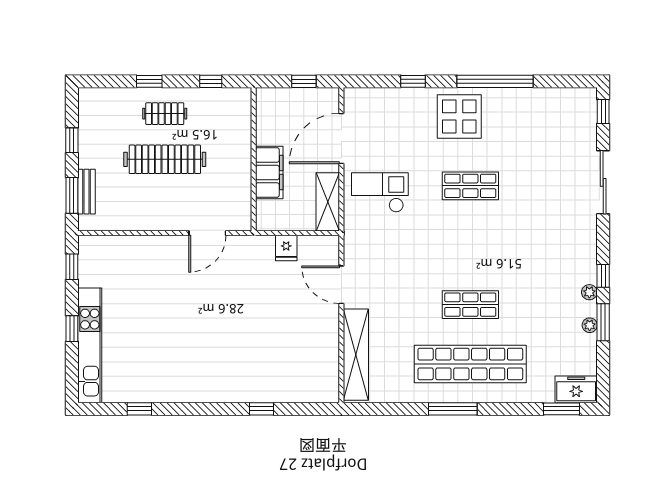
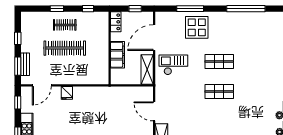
window: (413, 81) -> (190, 9), width x2.17
window: (495, 81) -> (246, 9), moved
locker: (266, 107) -> (116, 22), added
display table: (459, 116) -> (197, 27), moved
door: (207, 233) -> (42, 85), moved
fridge: (286, 248) -> (67, 93), moved
shop shelf: (470, 305) -> (219, 91), moved

